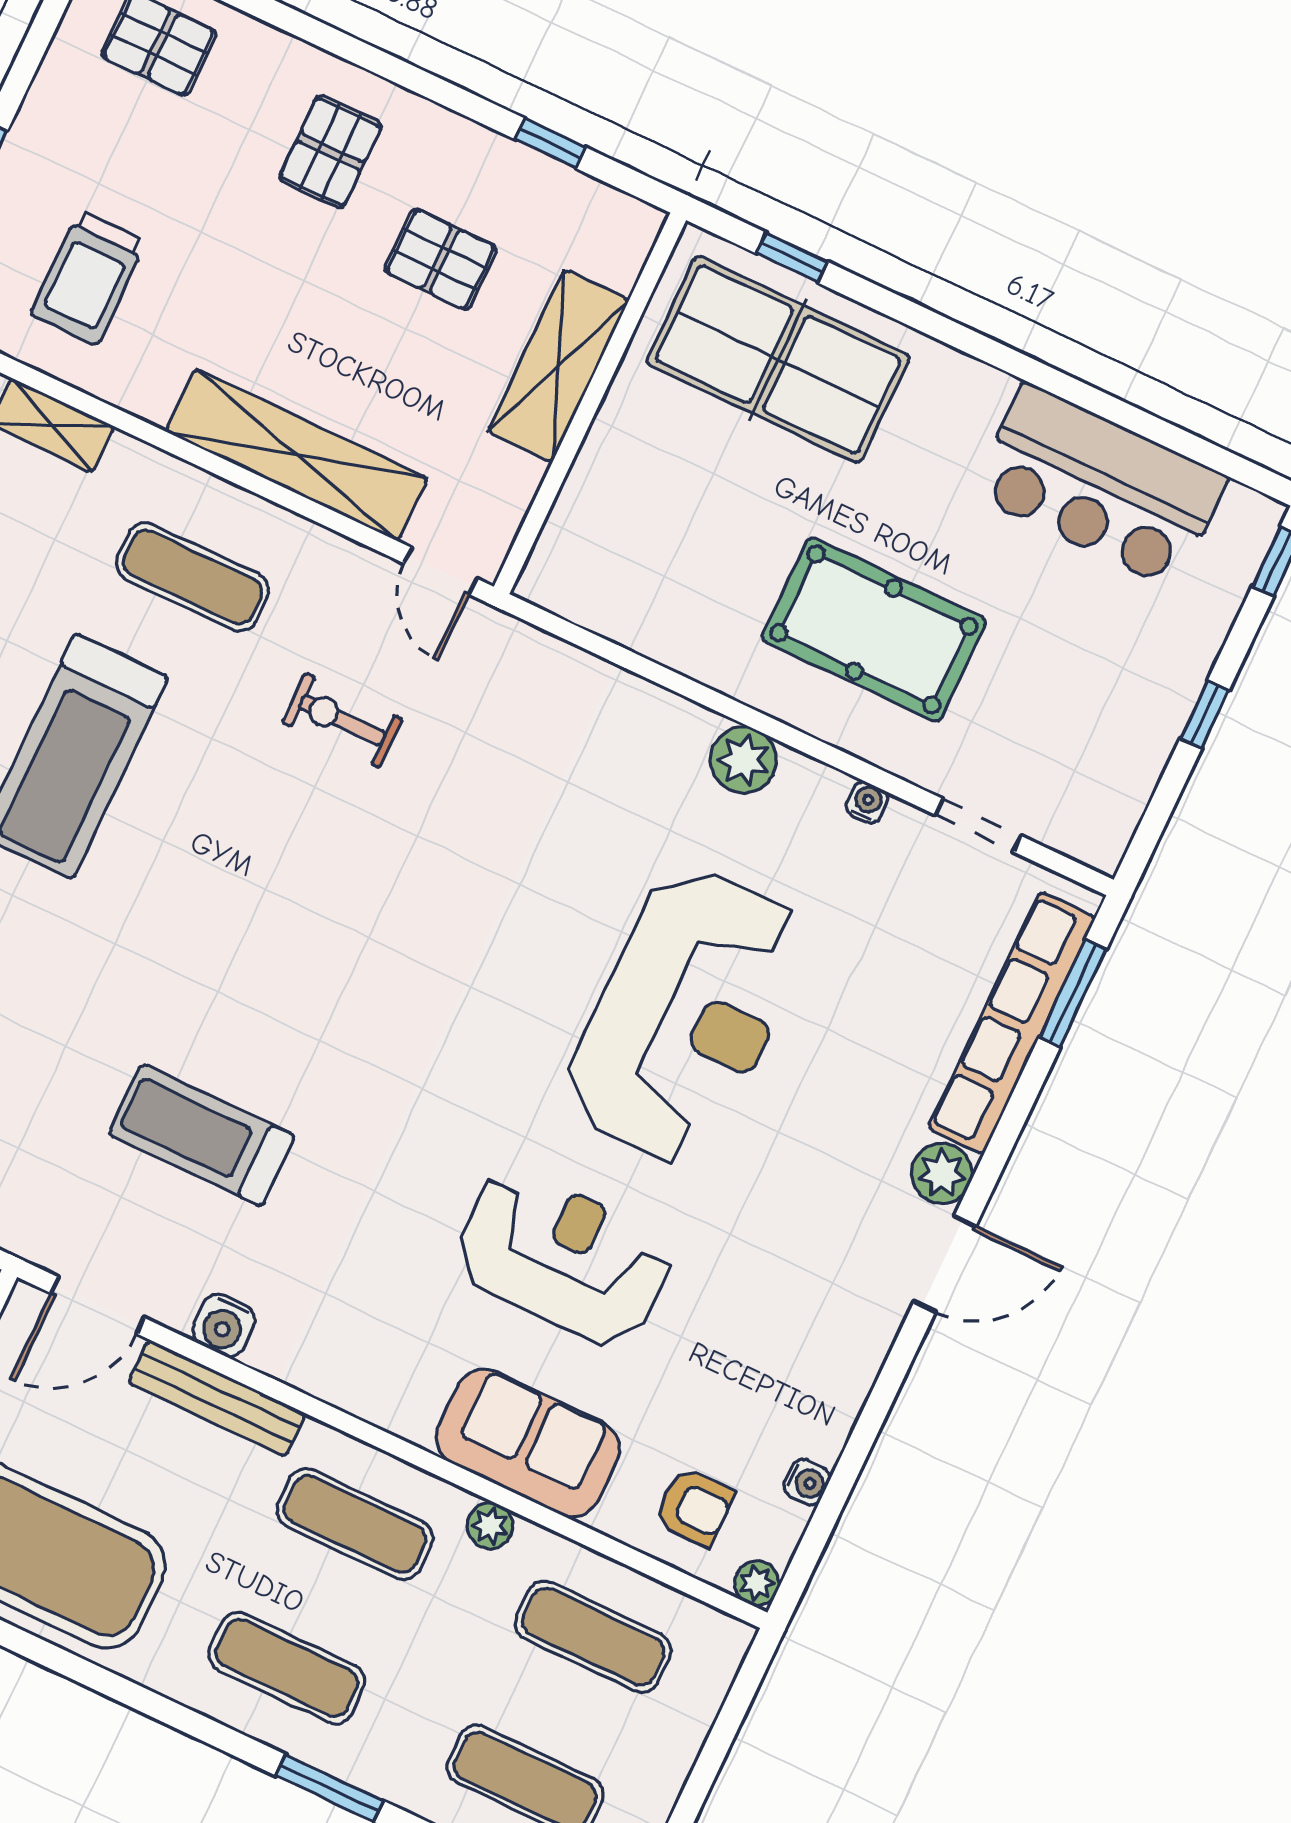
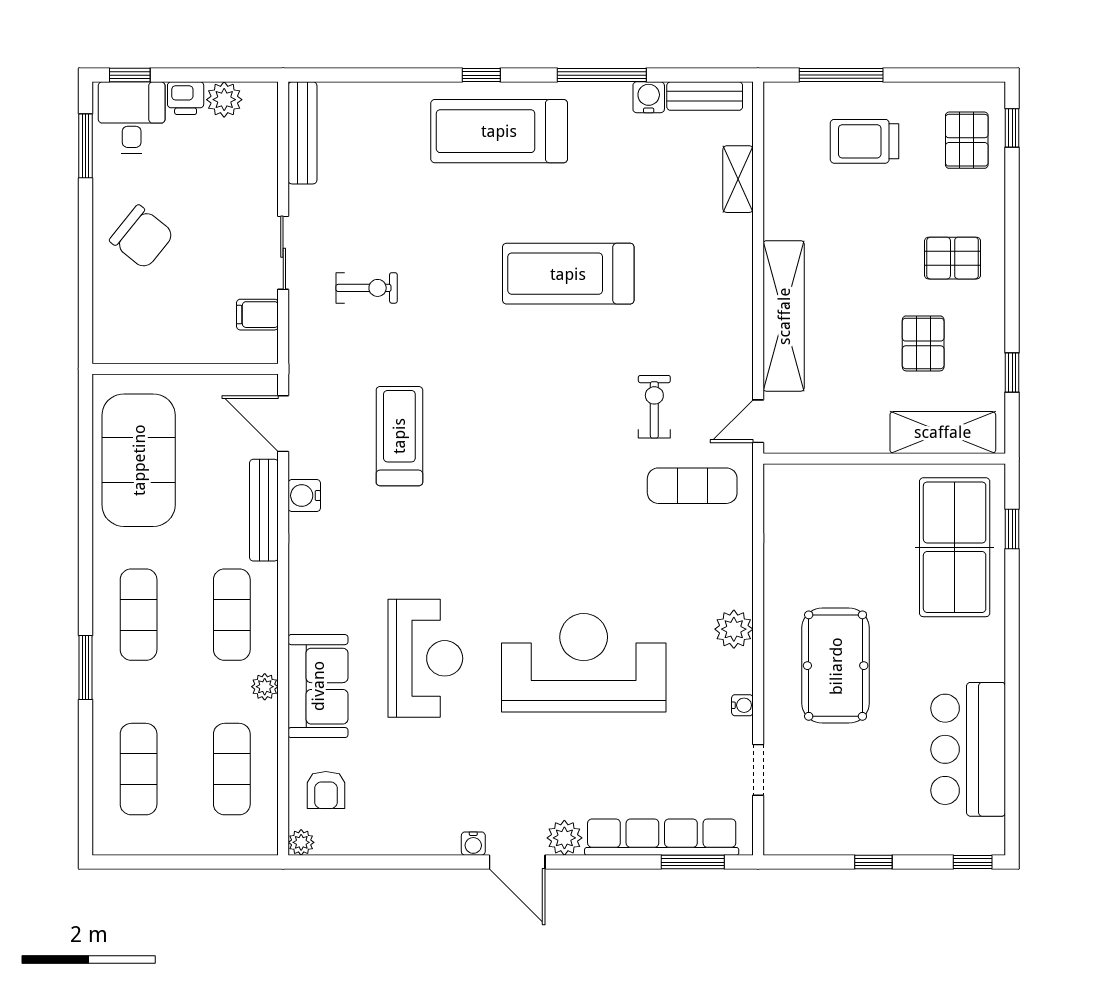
trolley: (88, 278) -> (864, 141), moved
shelving: (558, 366) -> (943, 432), moved
exercise mat: (193, 577) -> (692, 486), moved, turned 90
reception desk: (686, 1016) -> (584, 663), turned 180
water cooler: (807, 1482) -> (473, 844), moved

